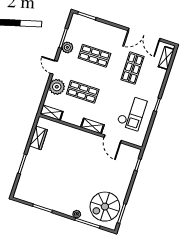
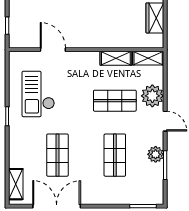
shop shelf: (94, 56) -> (115, 155), turned 90
shelving: (92, 126) -> (116, 58), moved

